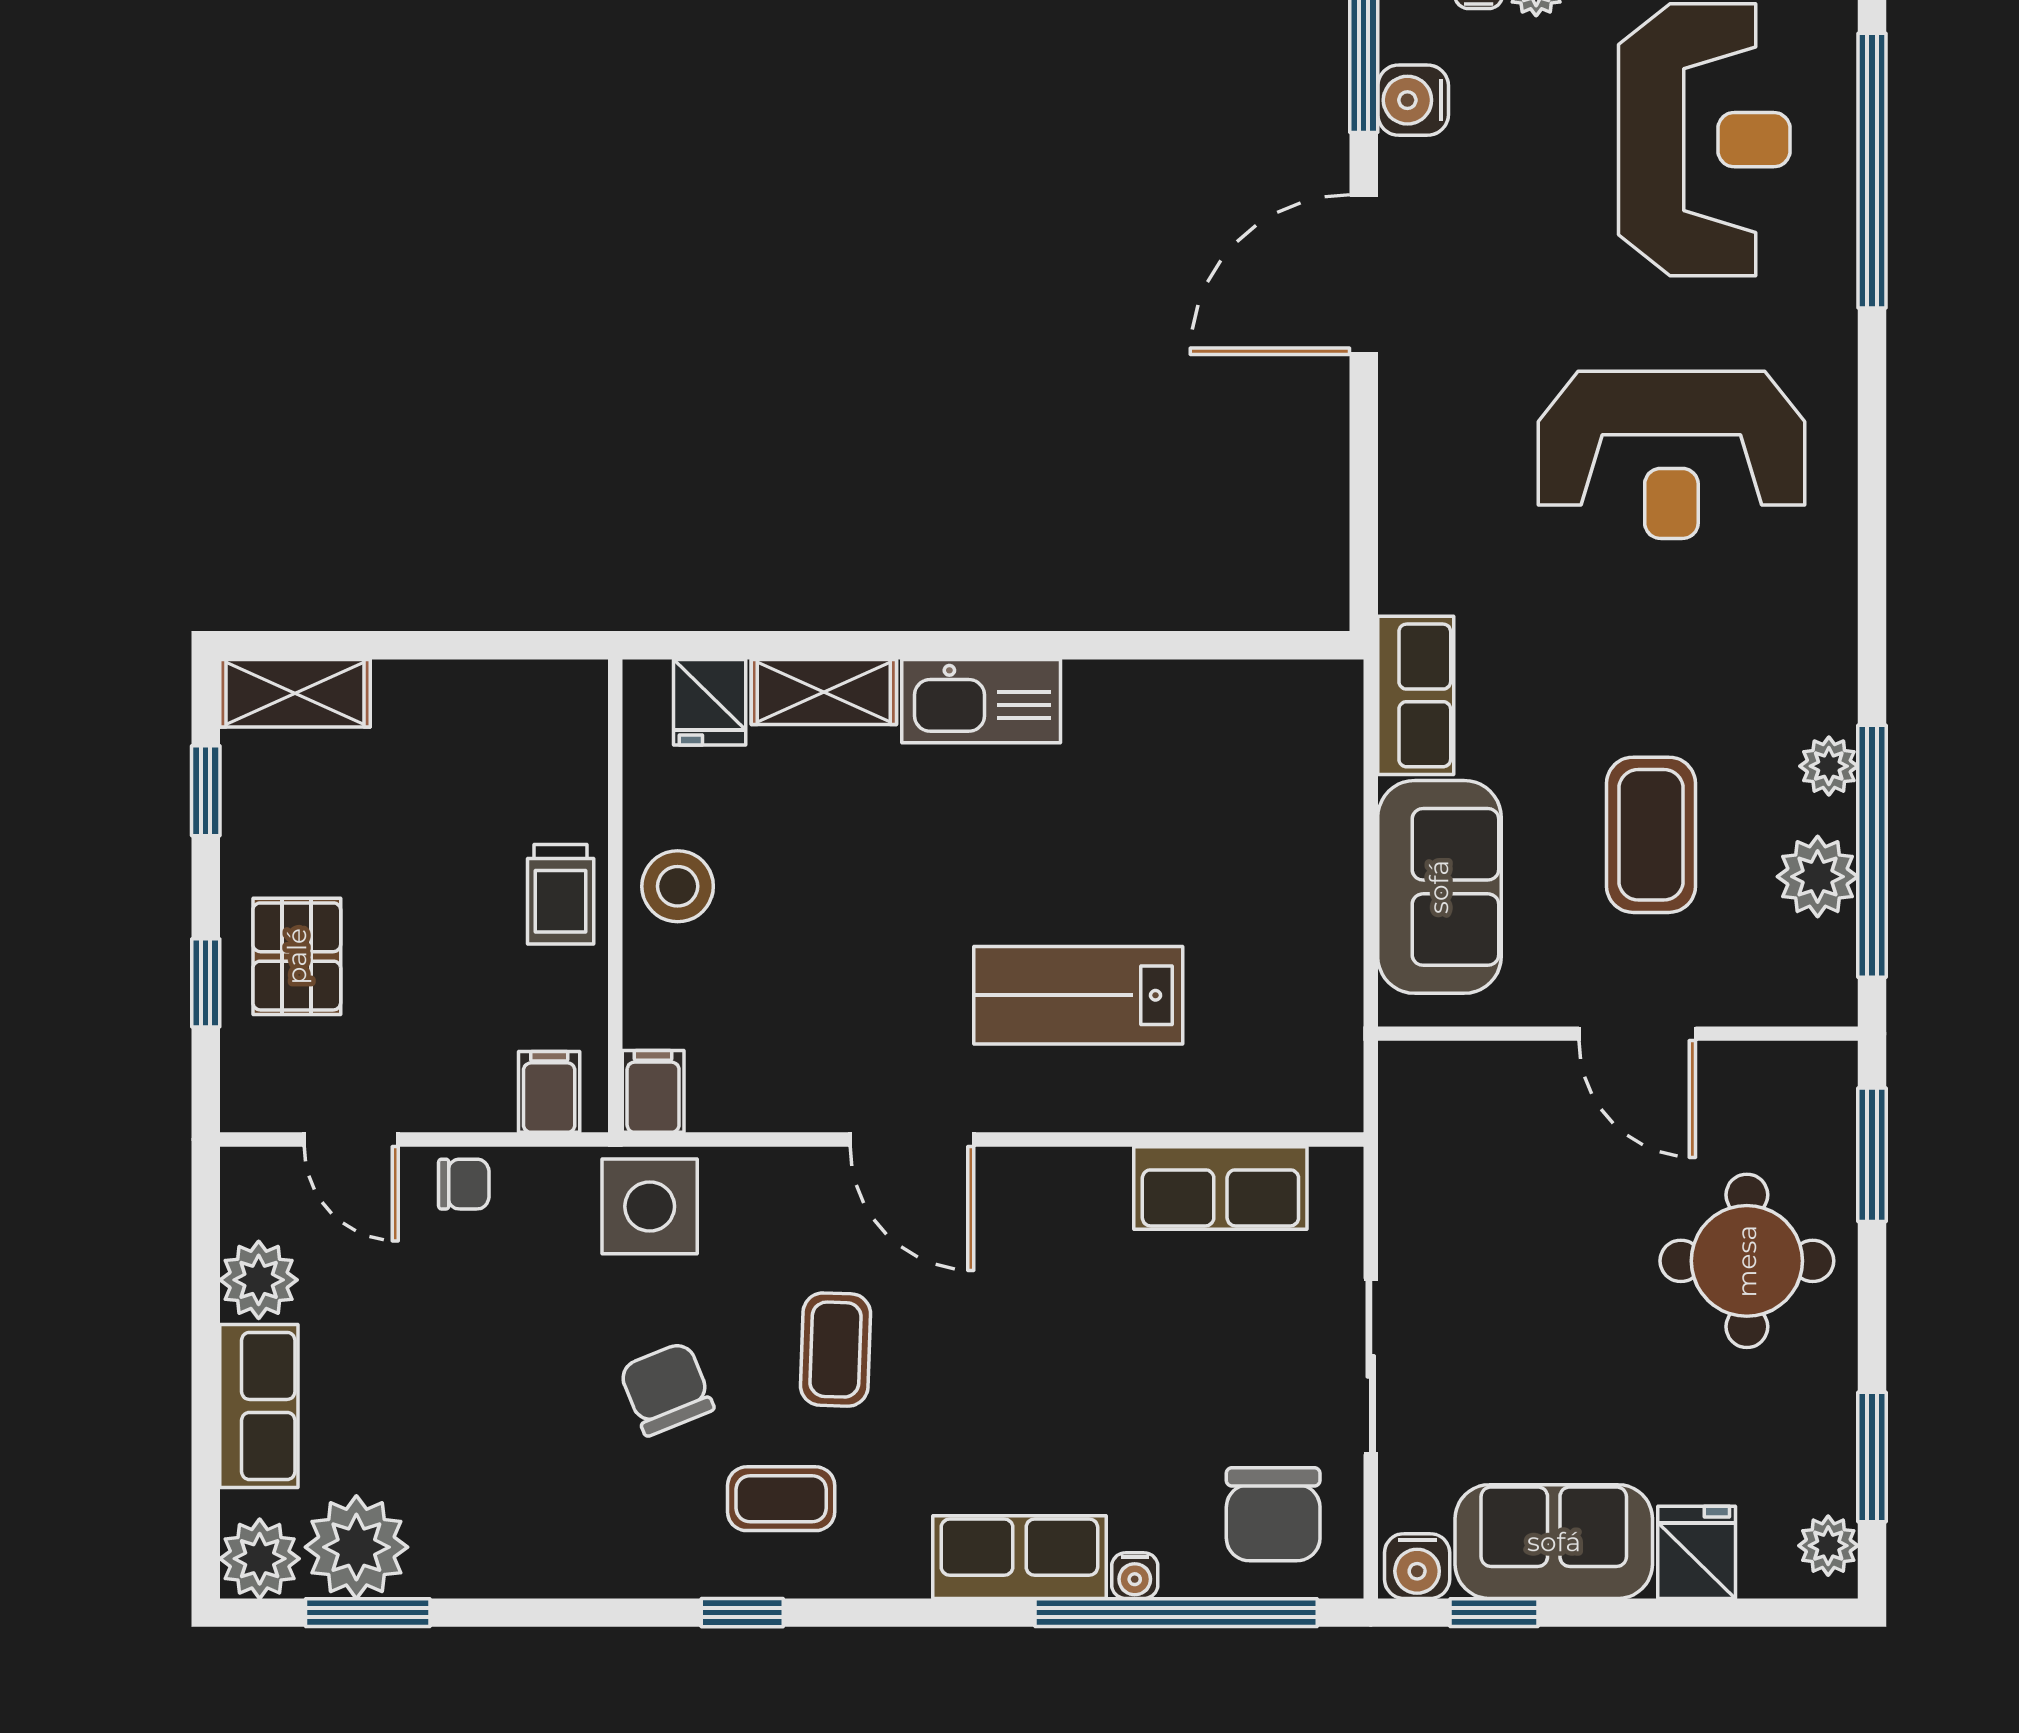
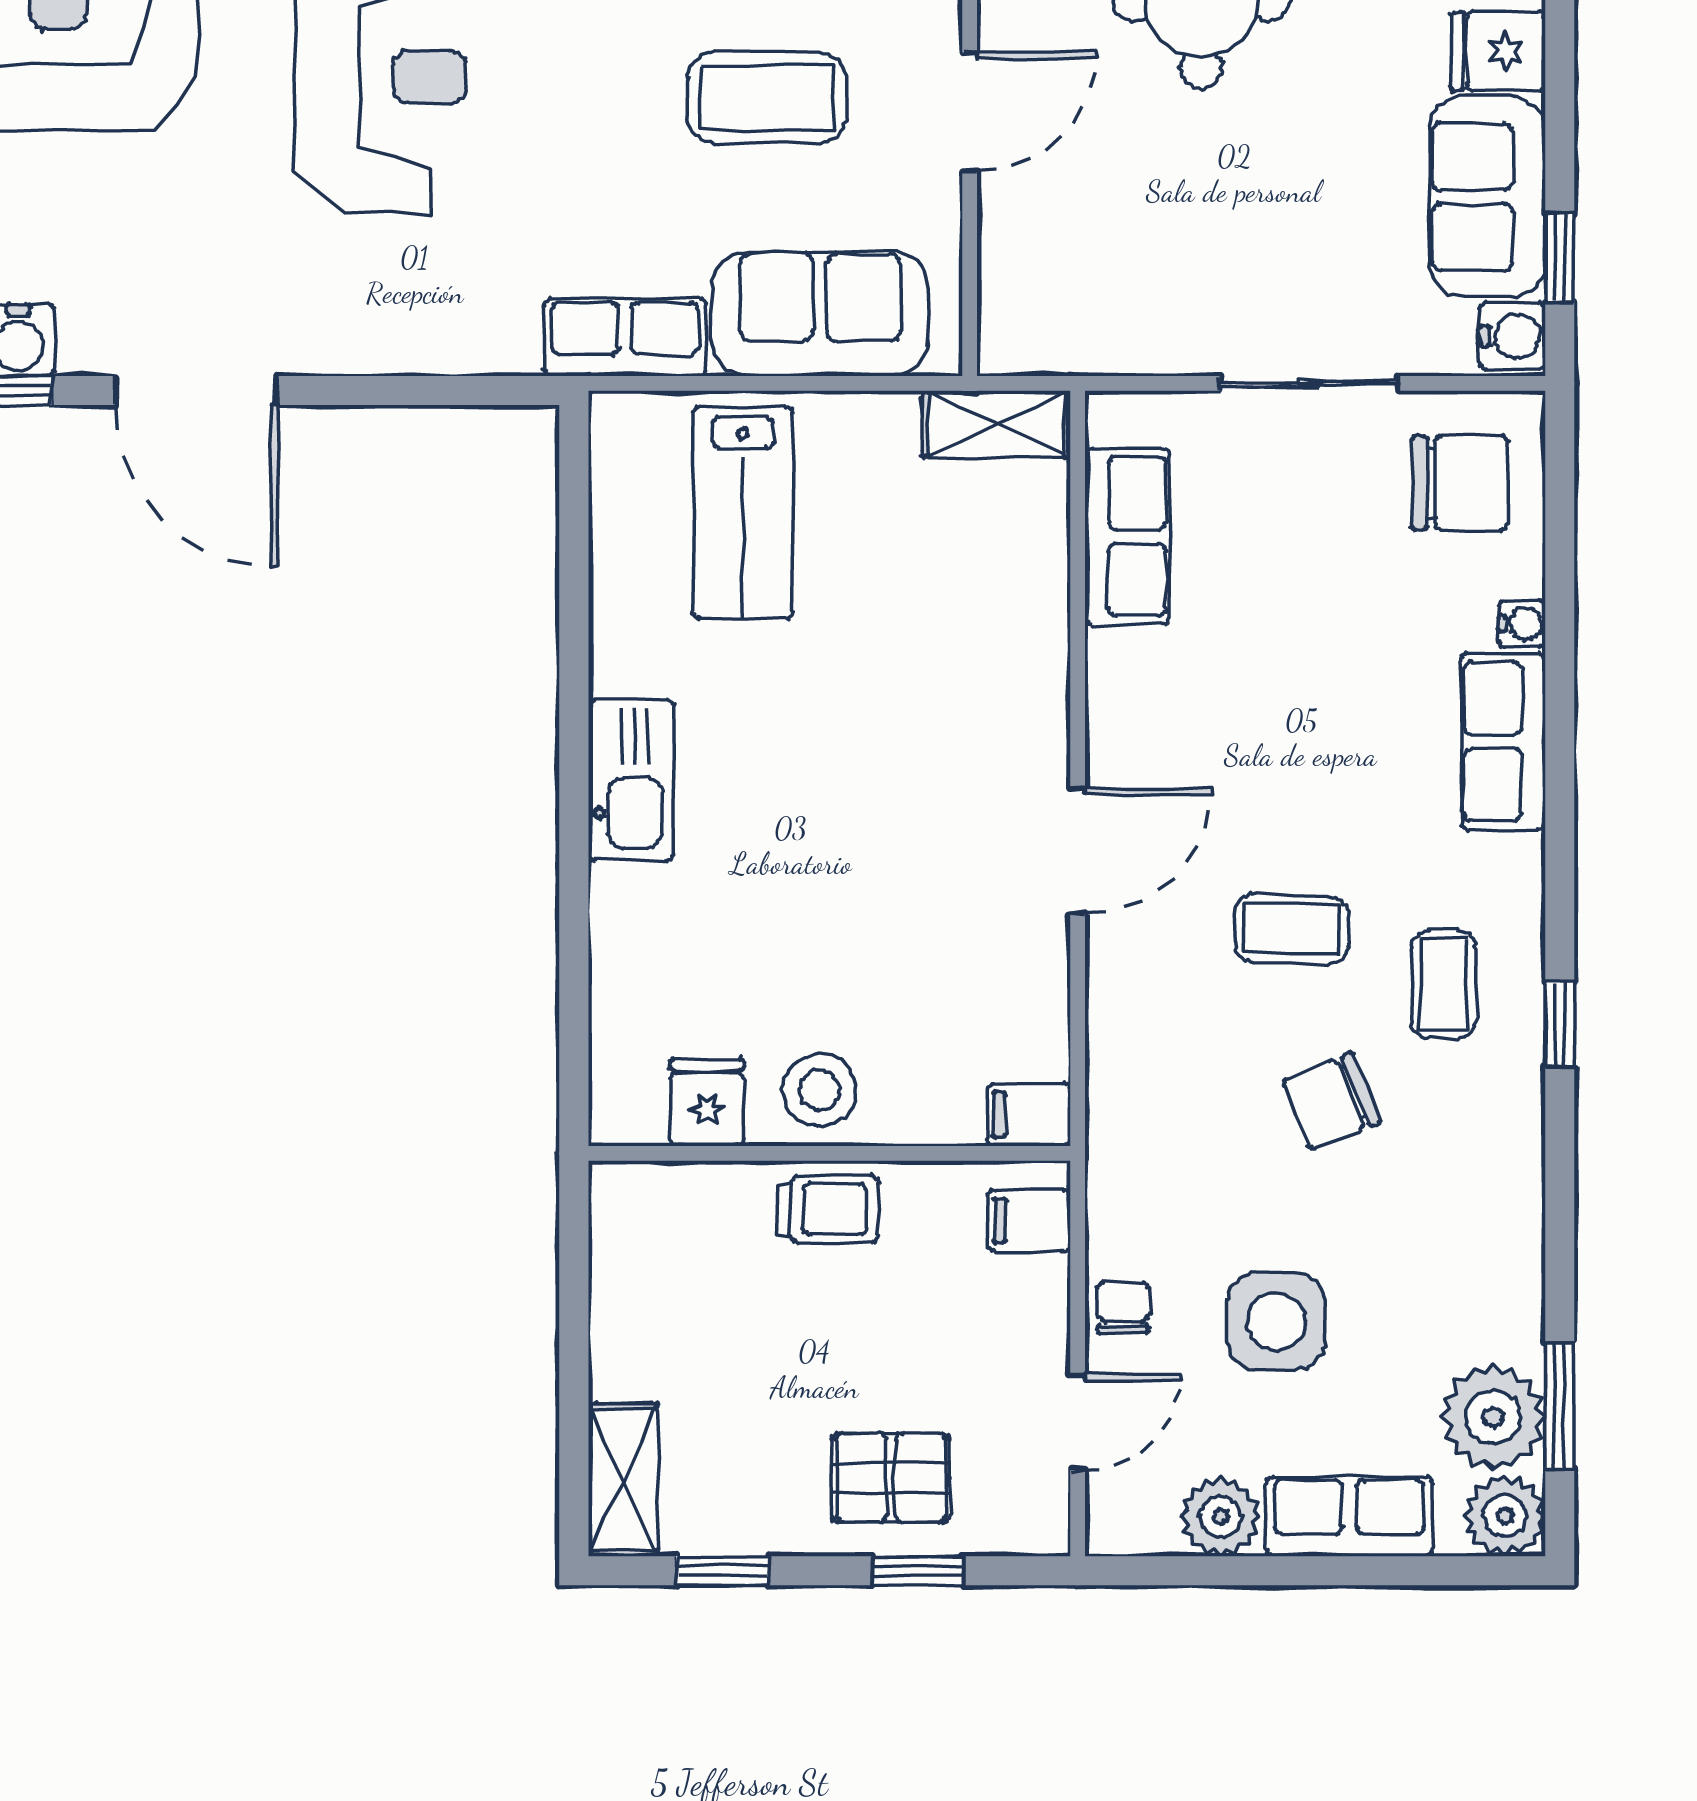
shelving: (824, 692) -> (997, 424), moved, turned 90
fridge: (710, 702) -> (707, 1102), moved, turned -90
lab bench: (1078, 995) -> (743, 513), moved
side table: (650, 1206) -> (1276, 1321), moved
window: (1176, 1613) -> (1560, 582), removed

